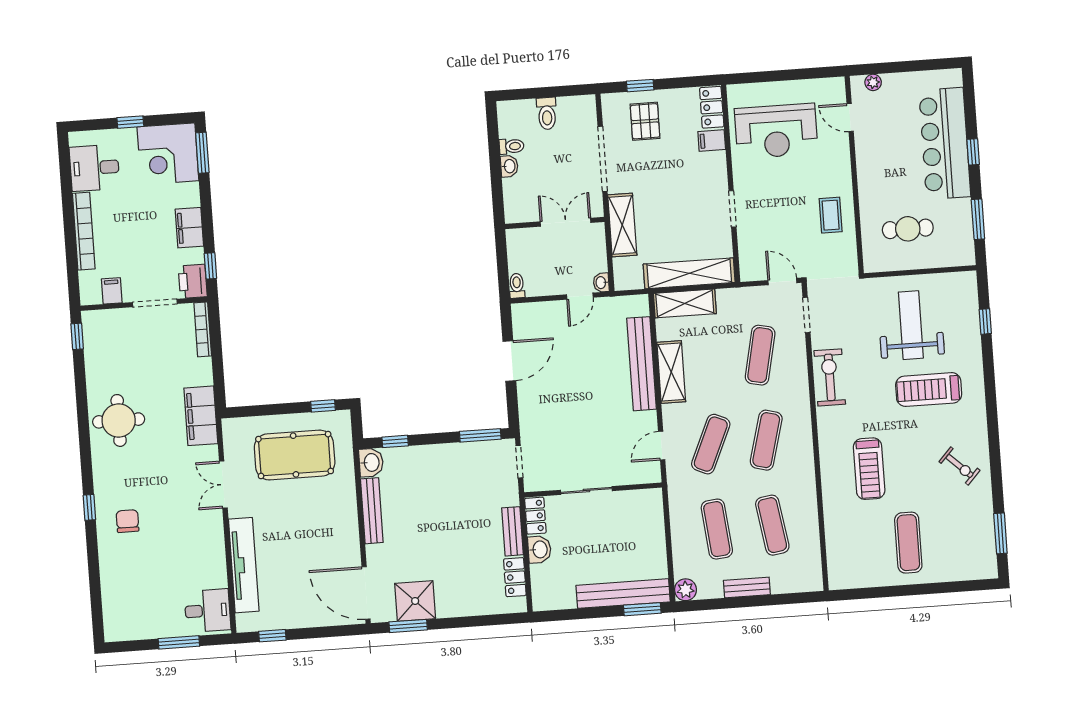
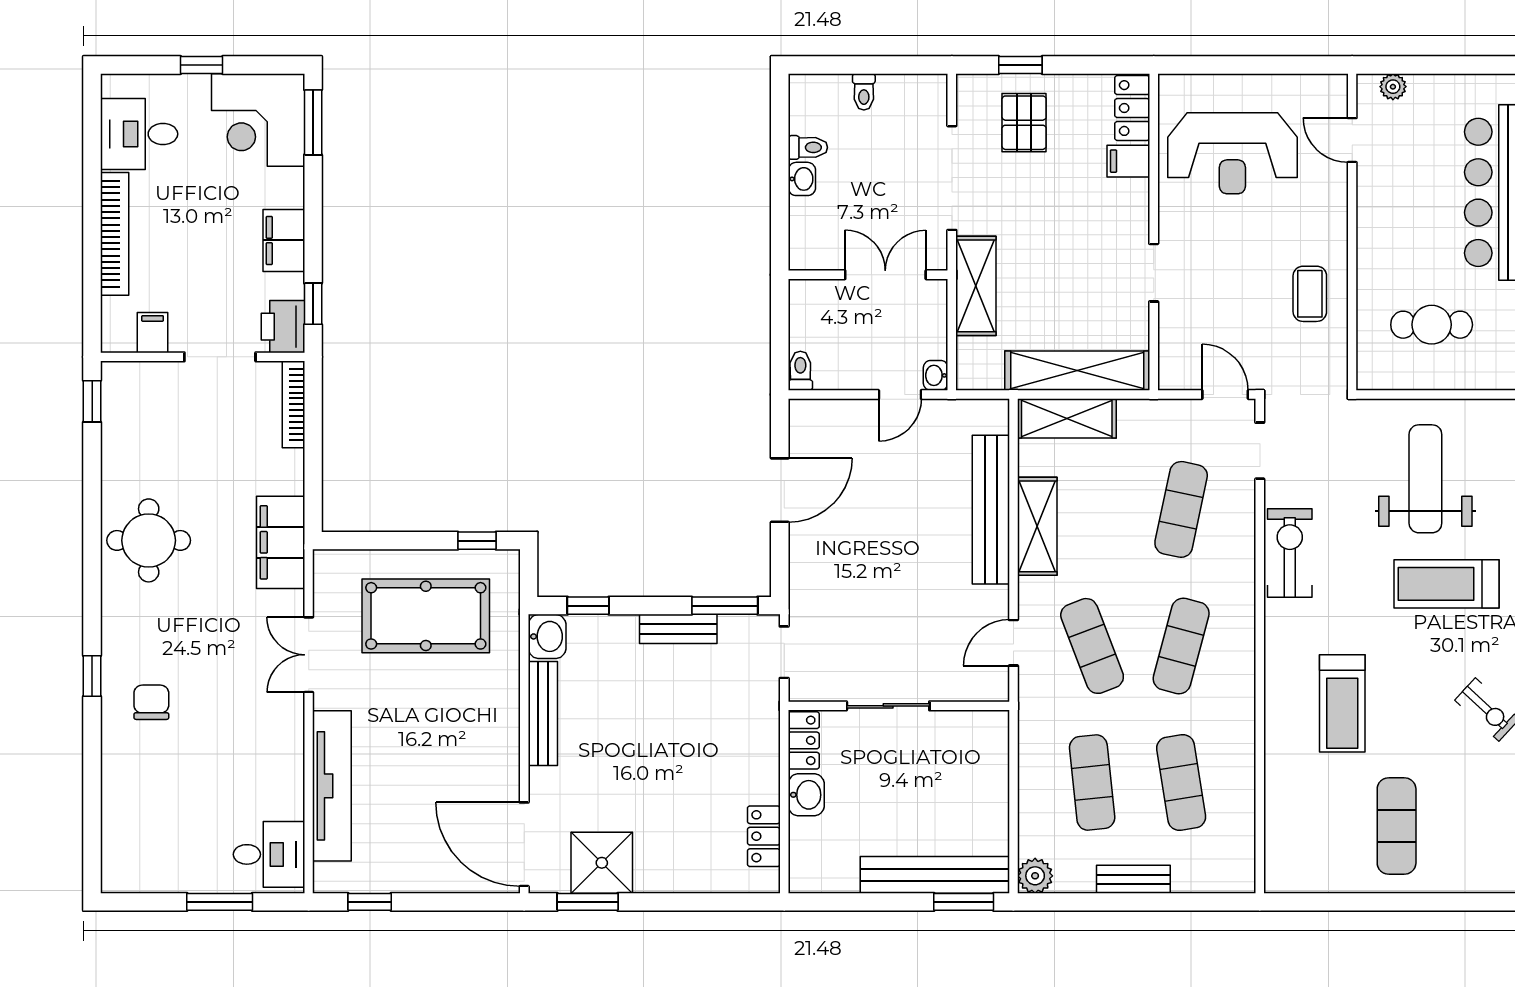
toilet: (547, 113) -> (864, 92), width x0.73, depth x0.72
exercise mat: (711, 444) -> (1092, 646), turned -45
bench: (513, 531) -> (678, 629), moved, turned 90

